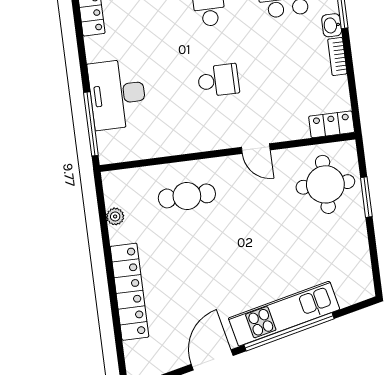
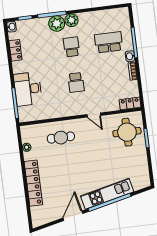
school desk: (218, 80) -> (76, 82), turned 90

